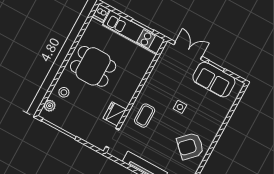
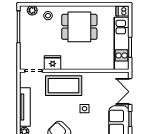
double door: (188, 50) -> (130, 92), swing flipped
dining table: (93, 66) -> (79, 27), turned 90
coffee table: (145, 116) -> (64, 86), width x1.86, depth x1.72

